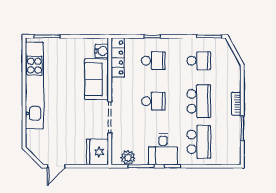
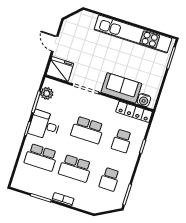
school desk: (153, 101) -> (87, 130), width x1.85
door: (56, 166) -> (55, 44), moved

